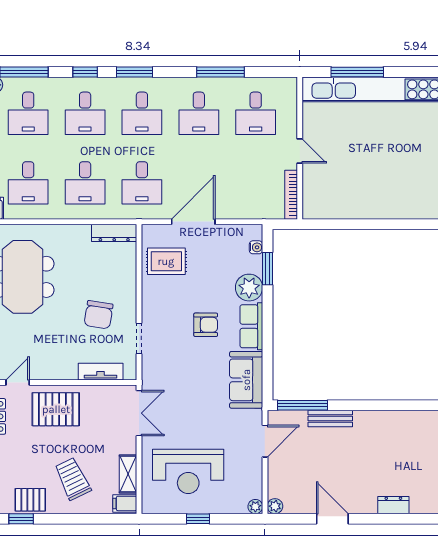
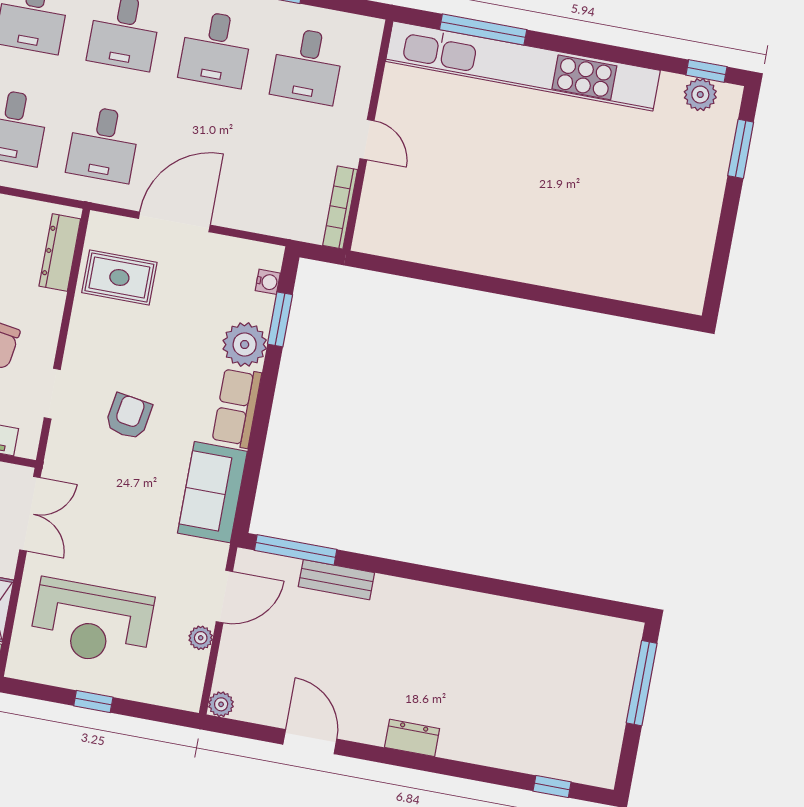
dresser: (114, 233) -> (60, 253), moved, turned 90
armchair: (206, 325) -> (129, 416), moved, turned -81
plant: (255, 507) -> (201, 638), moved

